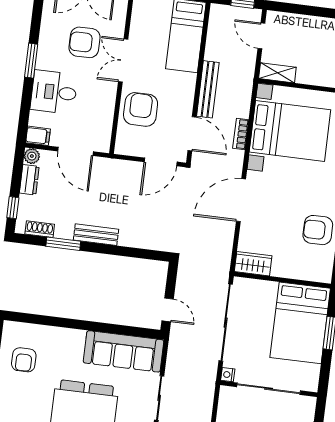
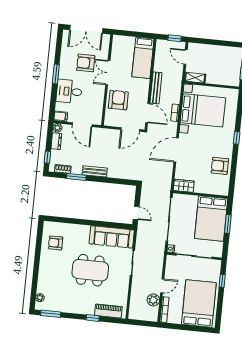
armchair: (24, 360) -> (56, 243), turned 90

